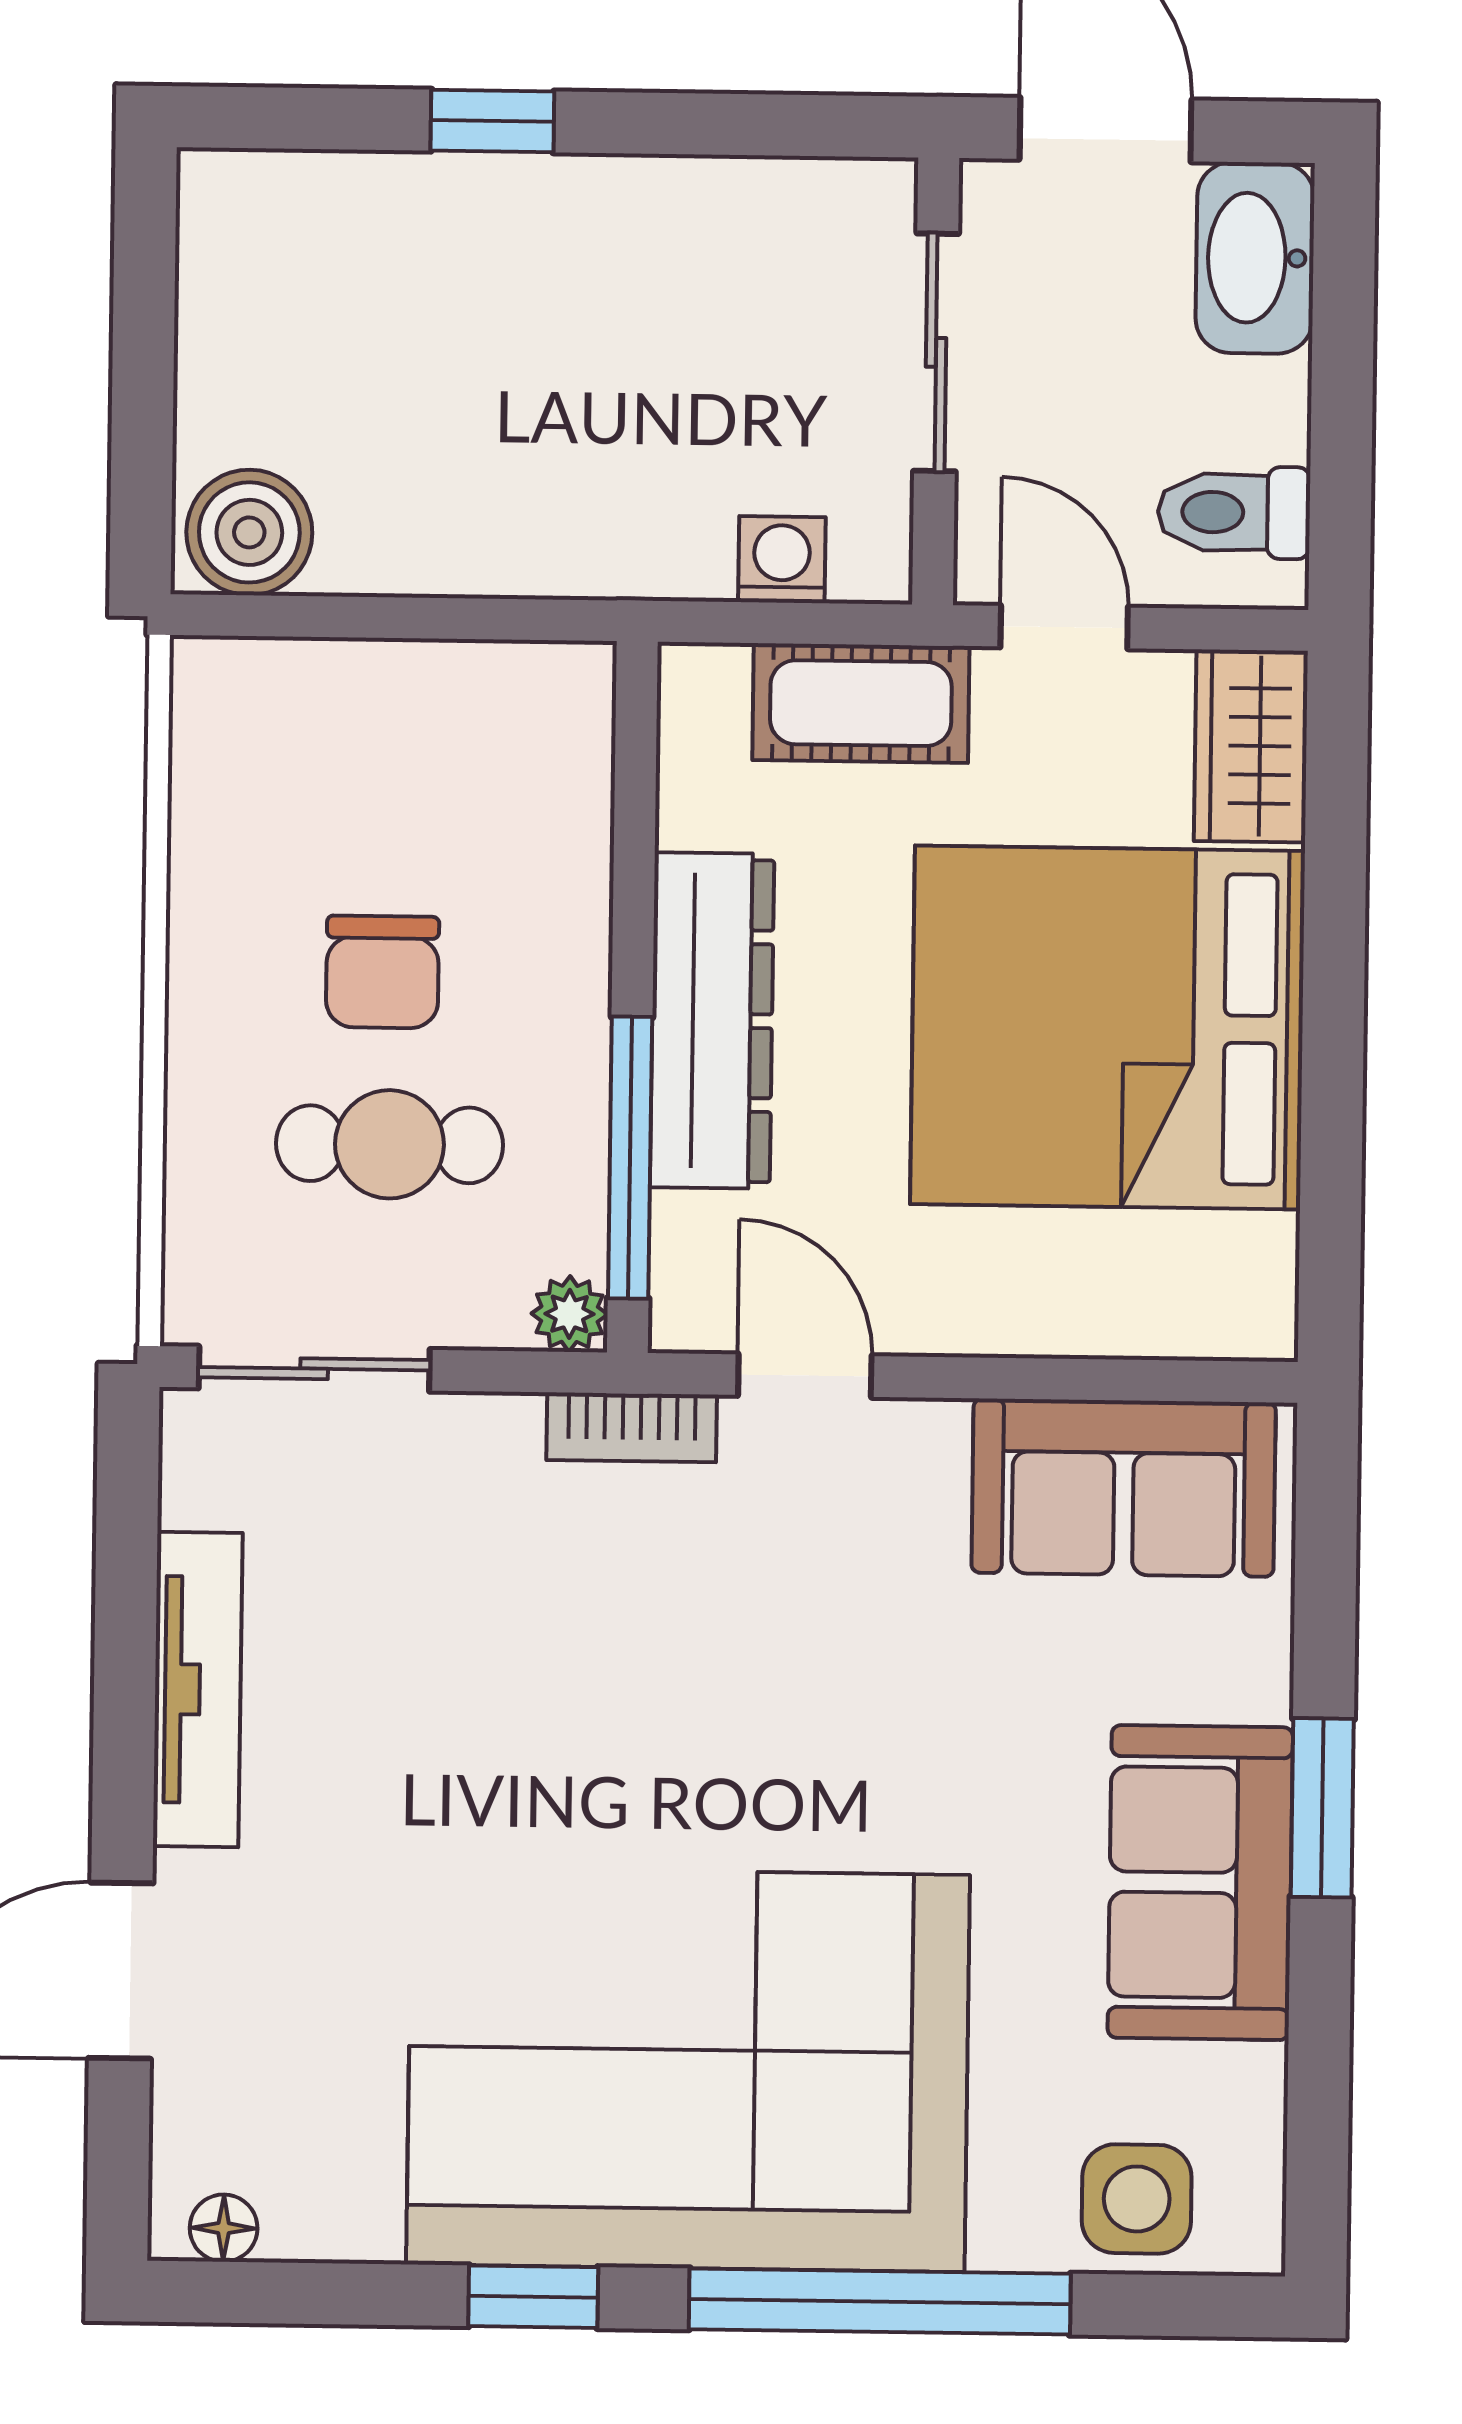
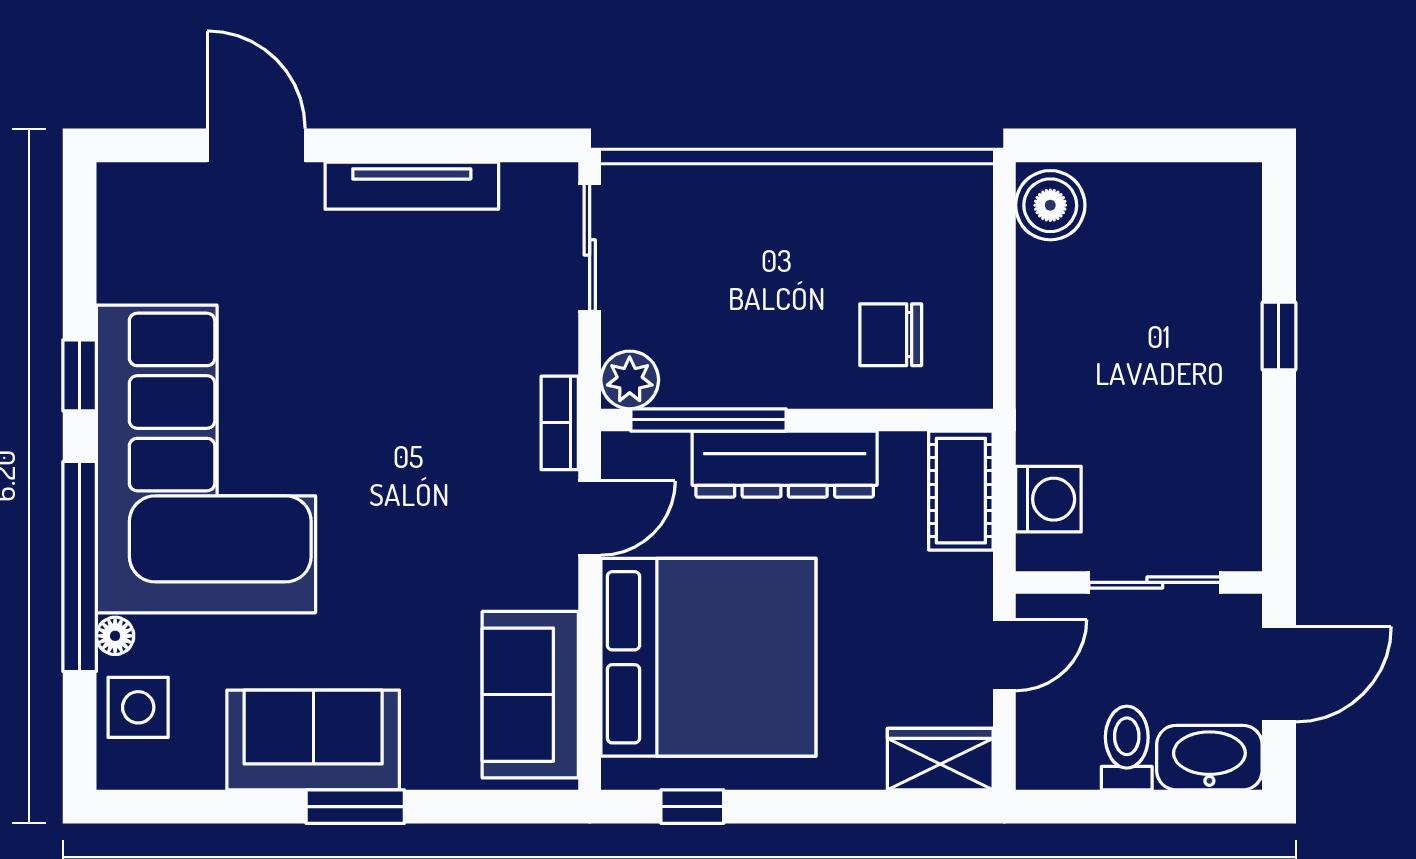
toilet: (1234, 512) -> (1127, 748), moved
washing machine: (782, 560) -> (1048, 499), width x1.38, depth x1.38
cot: (861, 703) -> (961, 491), moved
chair: (382, 972) -> (891, 335), moved
bed: (1108, 1027) -> (708, 657), moved, turned 90
cafe table: (389, 1144) -> (714, 287), removed
window: (1331, 1197) -> (692, 807), added
plant: (570, 1314) -> (630, 380), width x1.38, depth x1.38
floor lamp: (224, 2228) -> (115, 636), moved

